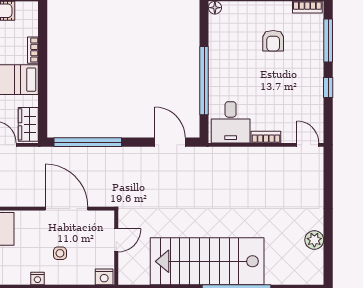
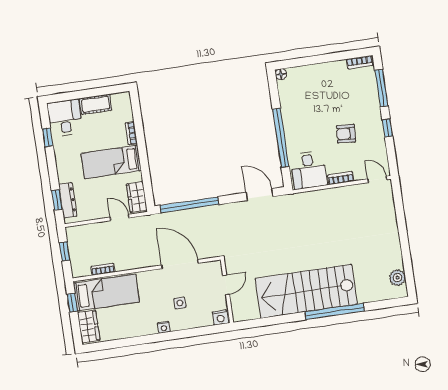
armchair: (273, 41) -> (346, 134), moved, turned 94
plant: (314, 240) -> (397, 278), moved

